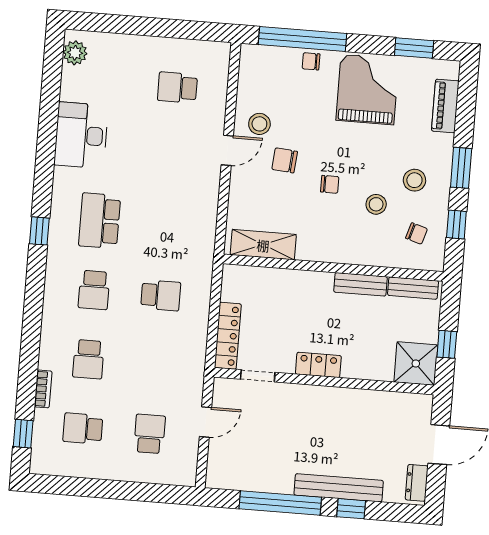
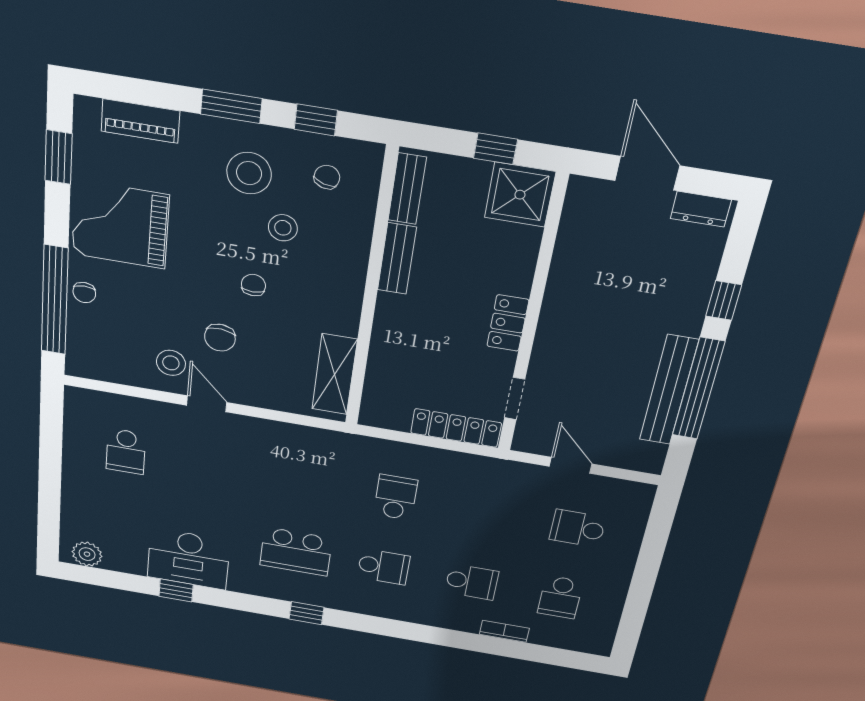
stool: (414, 180) -> (249, 173), width x1.38, depth x1.38
window: (23, 434) -> (176, 591), moved
bench: (339, 488) -> (669, 390), moved

